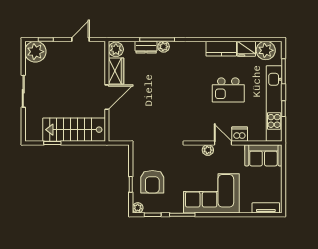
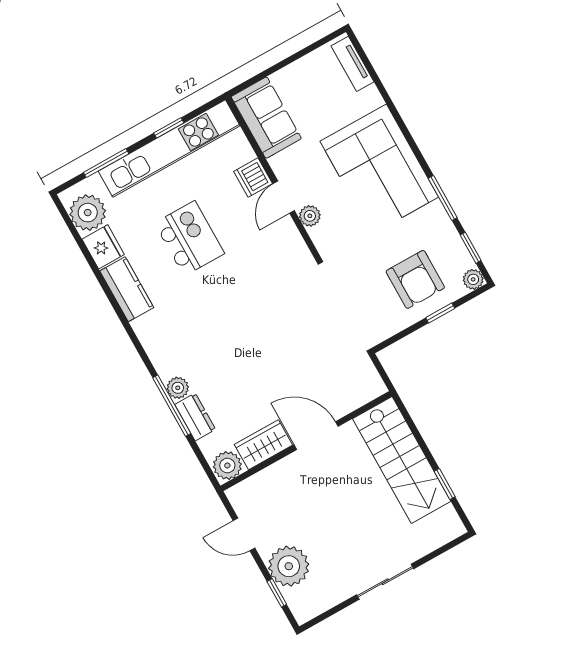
plant: (35, 52) -> (289, 566), moved
armchair: (152, 182) -> (415, 279), turned 90

